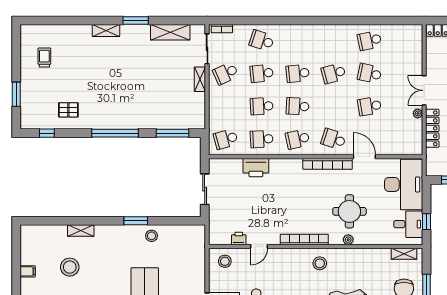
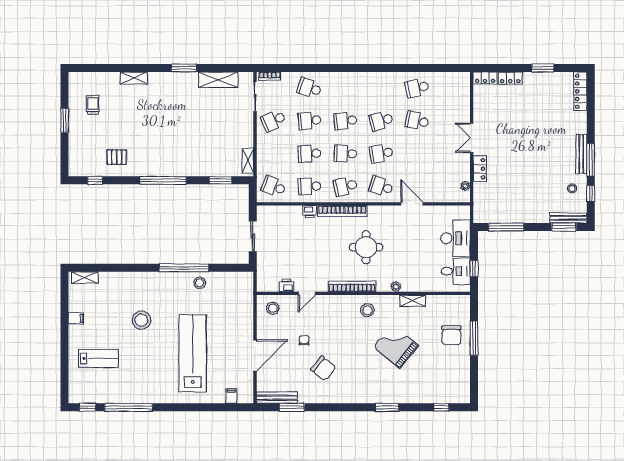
shelving: (106, 31) -> (134, 78), moved
shelving: (200, 79) -> (248, 161), moved
window: (16, 94) -> (65, 120), moved
school desk: (370, 106) -> (381, 154), moved
plant: (418, 113) -> (465, 186), moved
locker: (432, 128) -> (480, 169), width x0.66
window: (172, 133) -> (221, 180), width x0.69
school desk: (226, 139) -> (274, 186), turned 36
bookcase: (328, 164) -> (342, 211), moved
printer: (256, 168) -> (310, 212), width x0.53, depth x0.68
desk: (404, 184) -> (455, 238), width x0.73, depth x0.77
round table: (349, 211) -> (366, 247), moved
window: (136, 221) -> (184, 268), width x2.11
shelving: (81, 231) -> (85, 278), moved
shelving: (404, 254) -> (413, 301), moved
stool: (70, 267) -> (141, 320), moved

